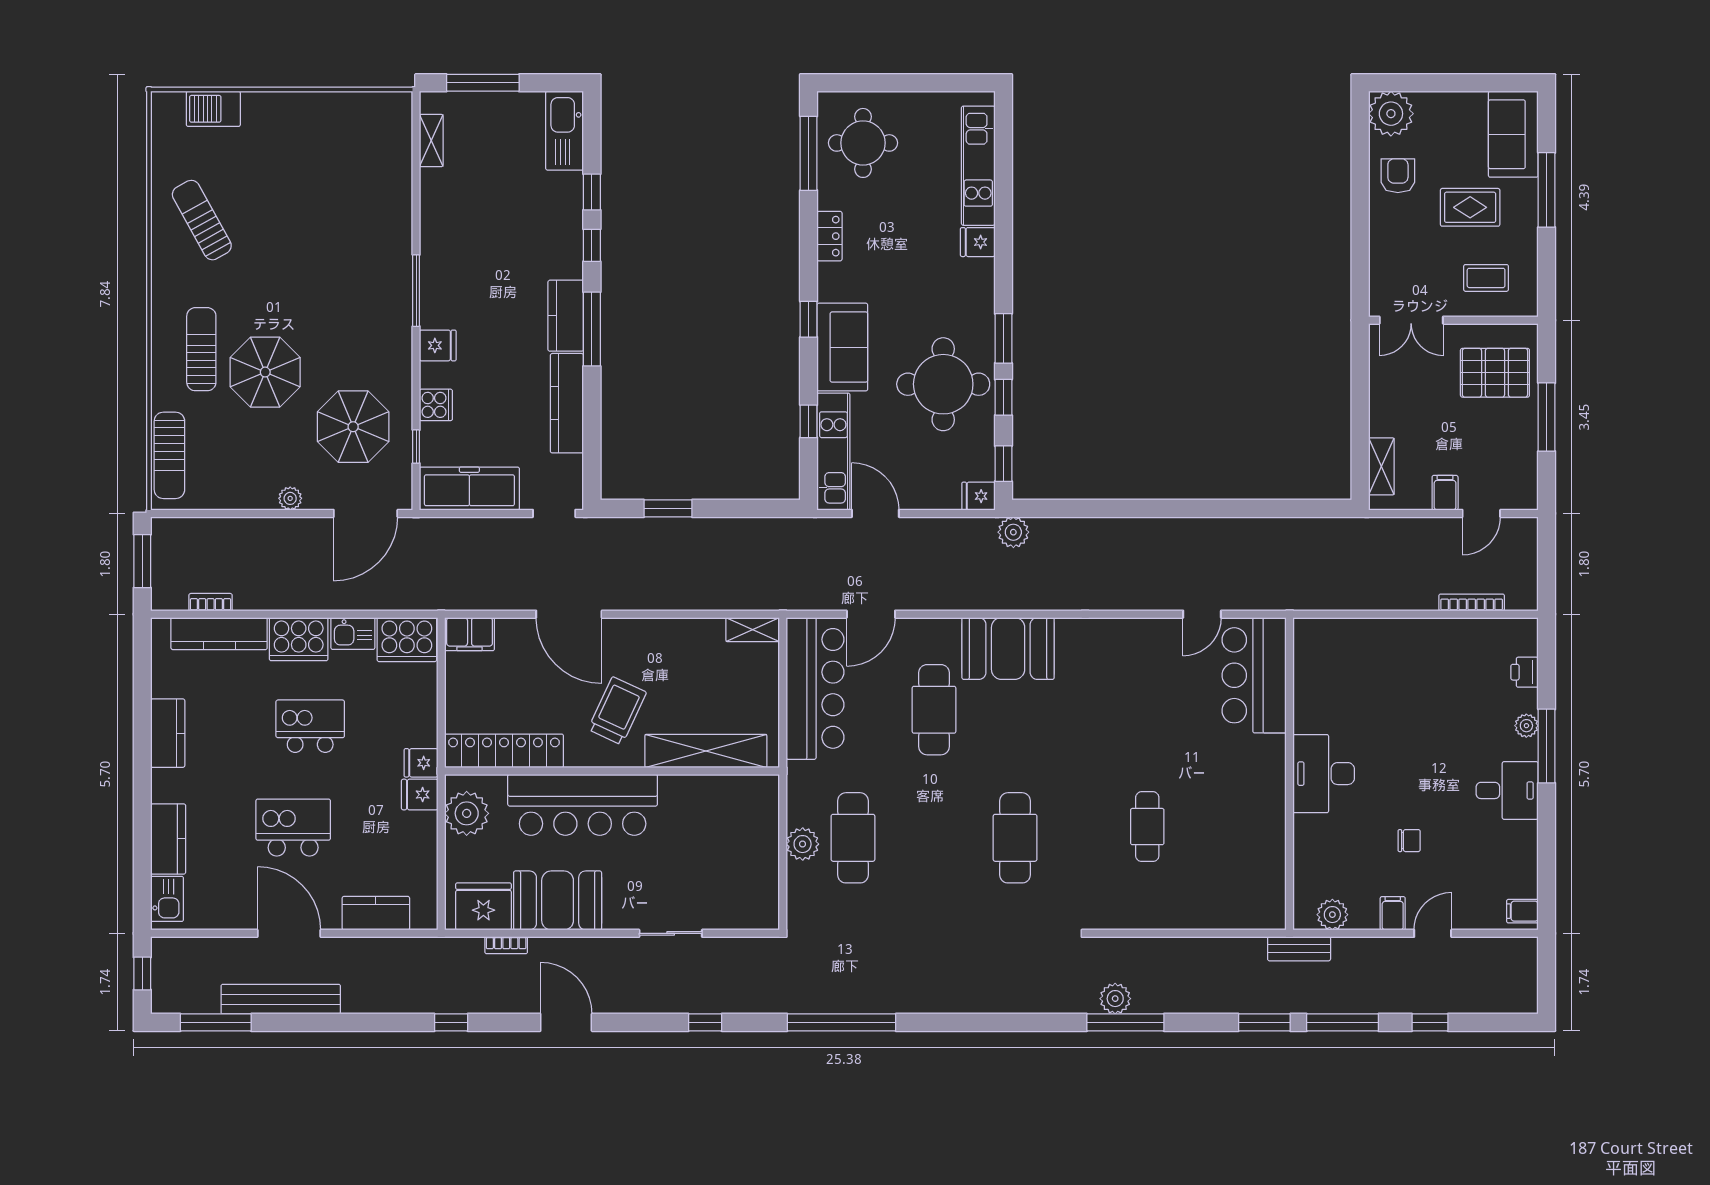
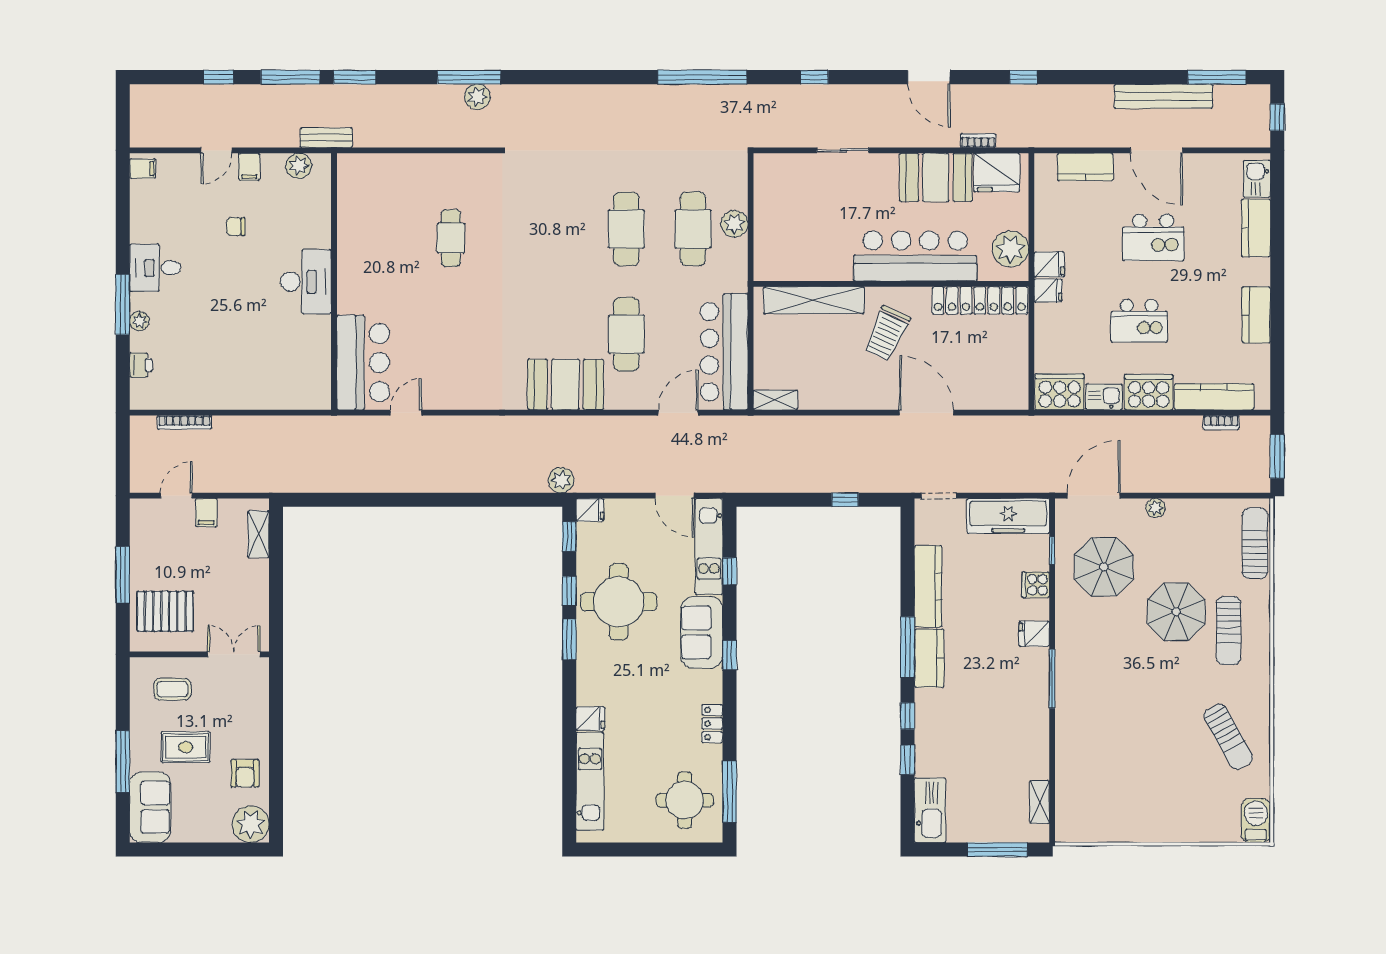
barbecue: (213, 109) -> (1256, 820), moved, turned -90
window: (668, 508) -> (845, 500), width x0.67
filing cabinet: (470, 634) -> (1008, 396), removed
cafe table: (1015, 838) -> (626, 229), moved

